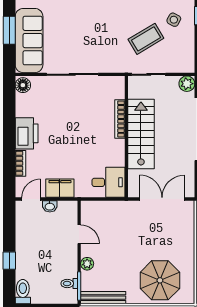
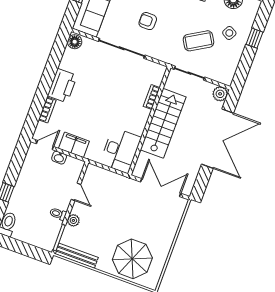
armchair: (88, 38) -> (148, 21), added
bookcase: (120, 119) -> (152, 97), width x0.64
desk: (108, 182) -> (121, 150), width x1.37
toilet: (69, 284) -> (58, 214), moved

